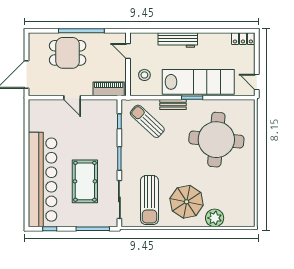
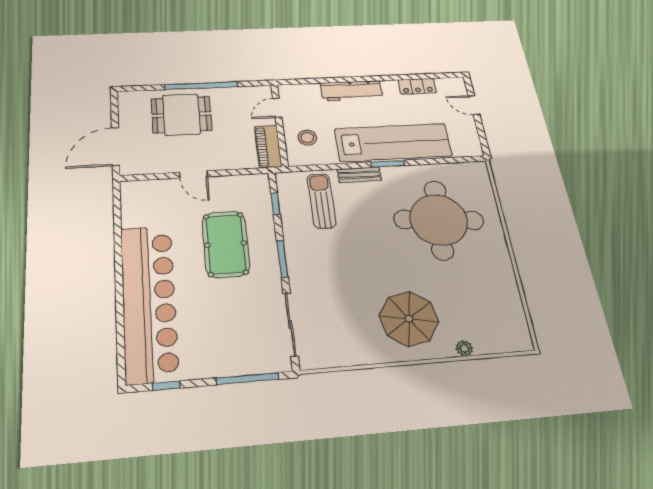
locker: (243, 39) -> (417, 86), moved
door: (128, 51) -> (277, 108), hinge flipped
door: (257, 82) -> (474, 105), moved
piano: (109, 89) -> (268, 147), moved, turned -90
sun lounger: (147, 121) -> (322, 201), turned 47
pool table: (85, 181) -> (226, 244), moved
sun lounger: (149, 200) -> (344, 321), removed
plant: (215, 218) -> (464, 348), width x0.53, depth x0.53

